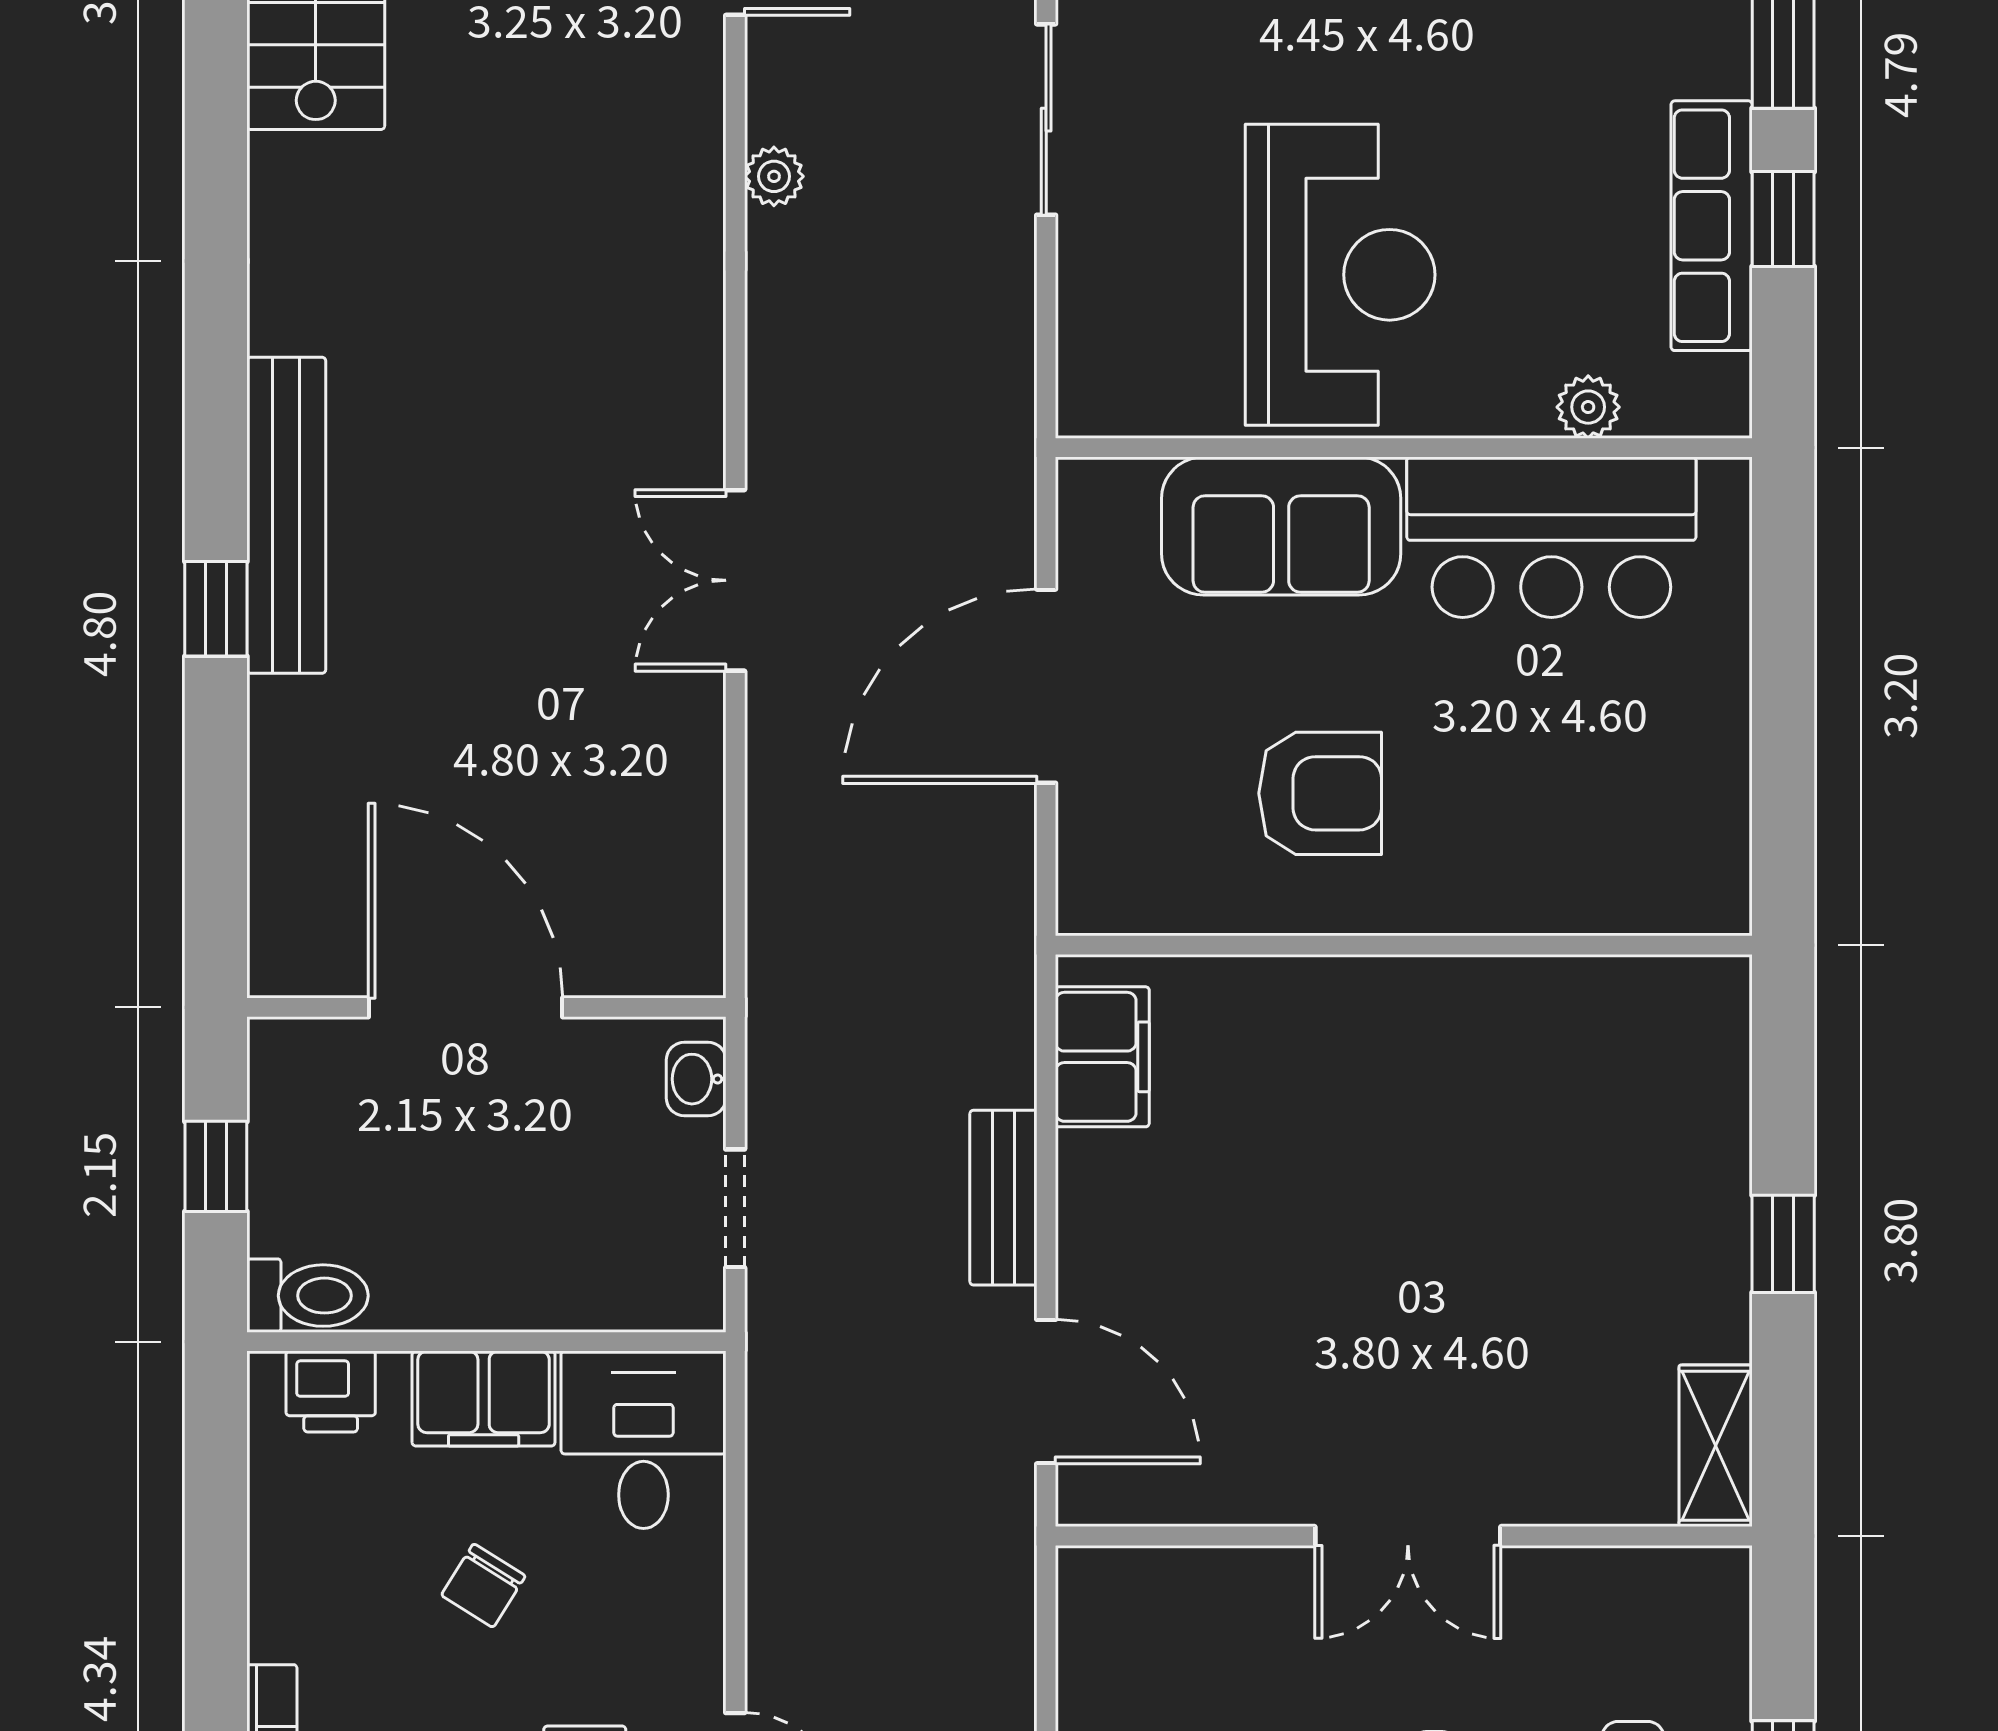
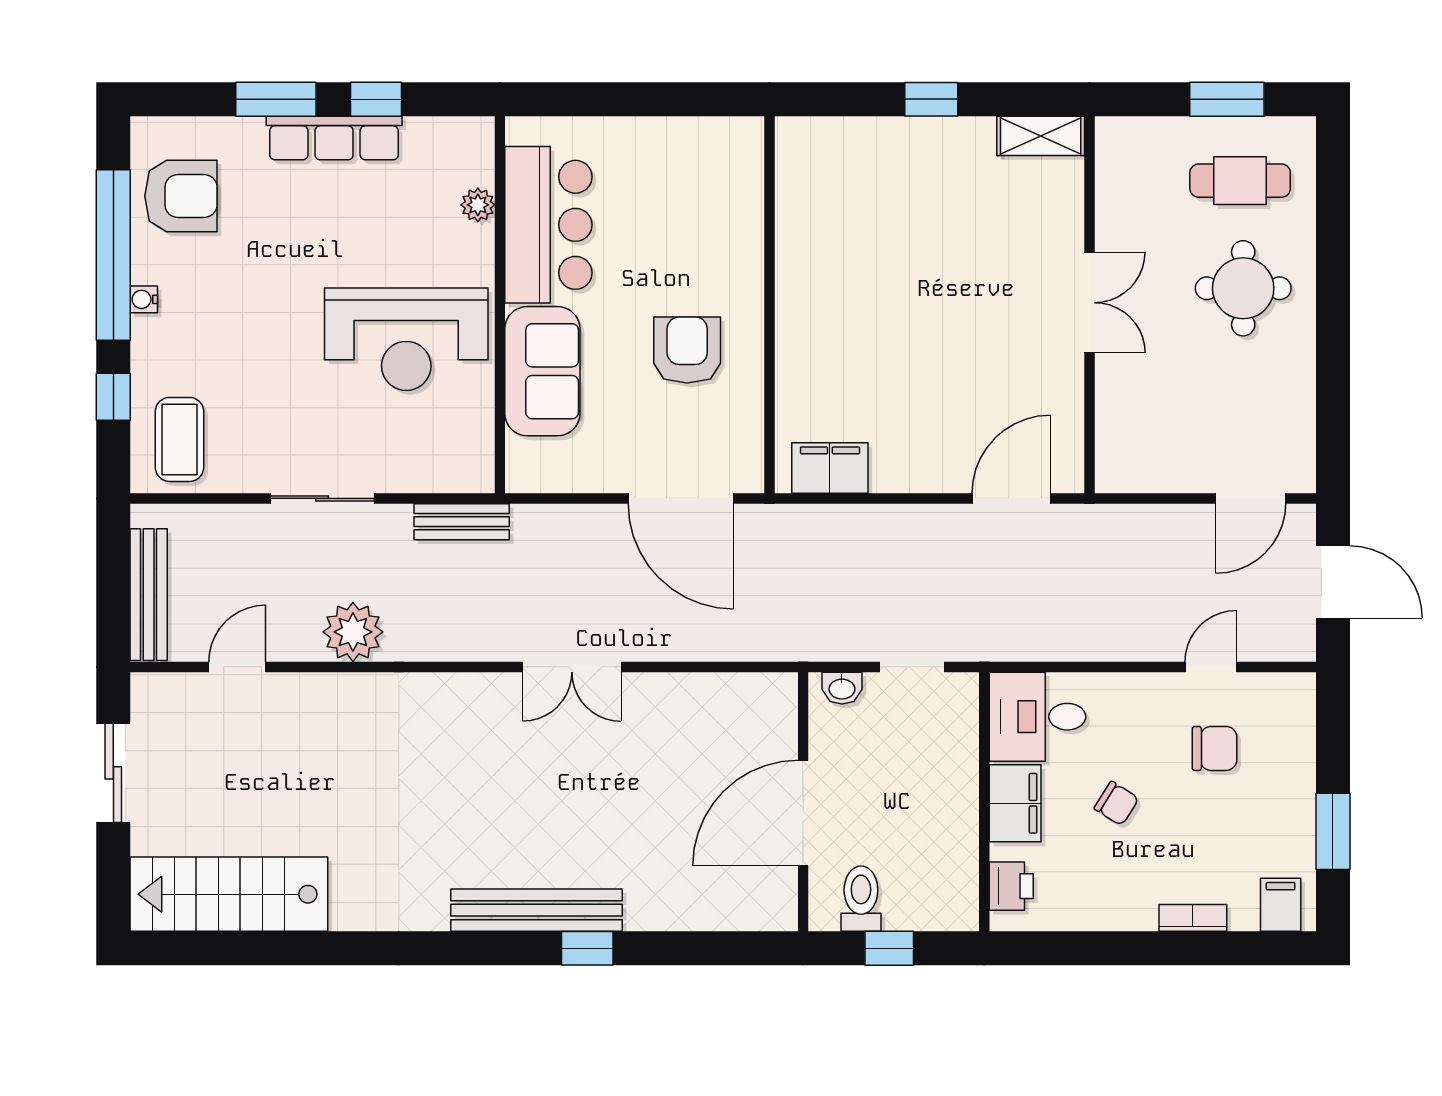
plant: (774, 176) -> (353, 632), width x1.88, depth x1.88
row of seats: (1712, 226) -> (334, 138), moved
reception desk: (1340, 275) -> (406, 339), turned 180
door: (1046, 686) -> (681, 498), moved
bench: (1003, 1198) -> (462, 522), moved
toilet: (308, 1296) -> (861, 899), moved

